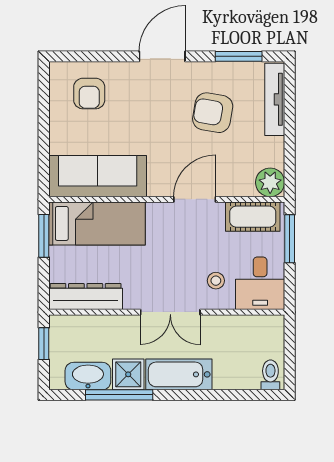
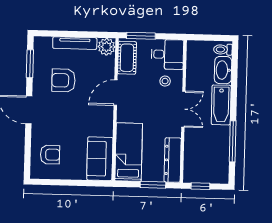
tv unit: (275, 99) -> (75, 43), moved
armchair: (213, 113) -> (64, 80), turned 80
sofa: (98, 176) -> (100, 159), width x0.73
door: (195, 199) -> (116, 93), hinge flipped
window: (44, 236) -> (153, 185), moved
shower: (128, 374) -> (220, 135), removed
washbasin: (88, 376) -> (223, 70), moved

